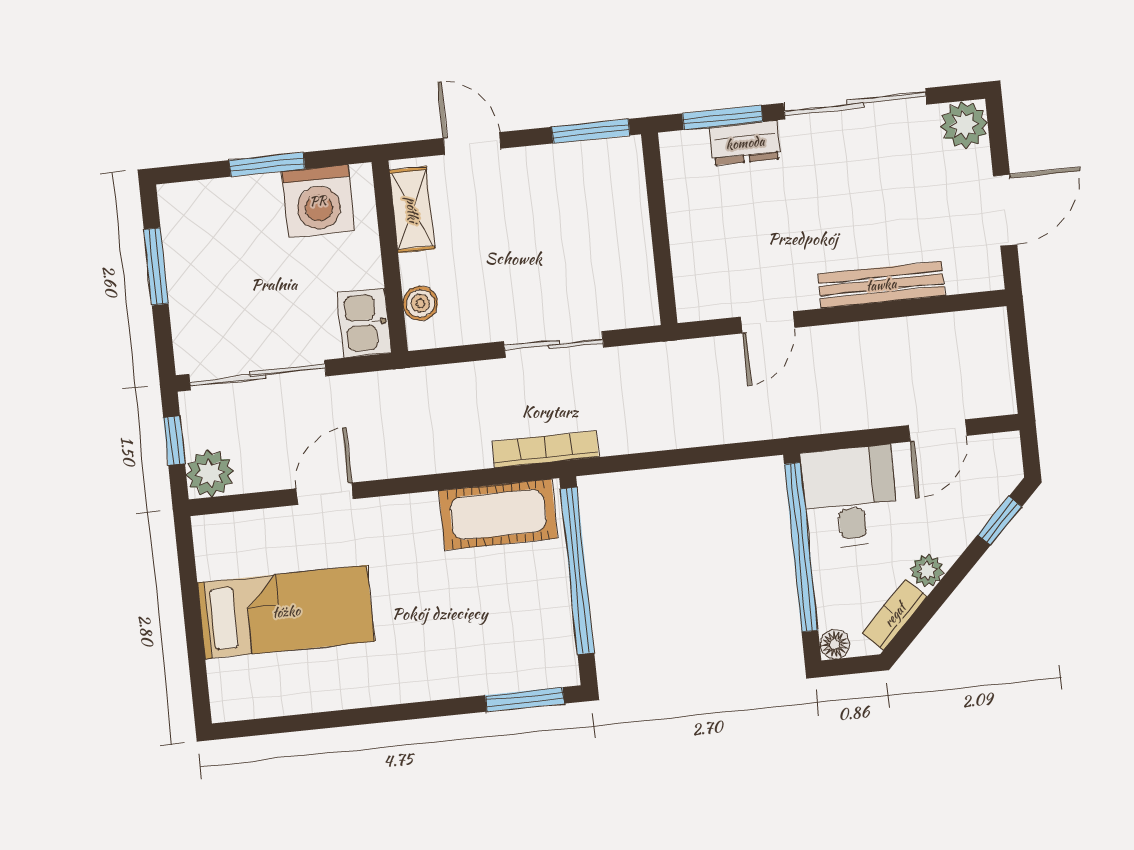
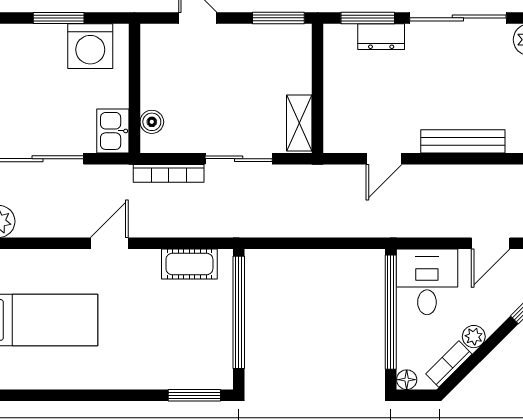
shelving: (412, 210) -> (299, 123), moved
bookcase: (545, 449) -> (169, 173), moved, turned 180
door: (325, 494) -> (109, 243), moved
cot: (498, 514) -> (189, 264), width x0.73, depth x0.75

